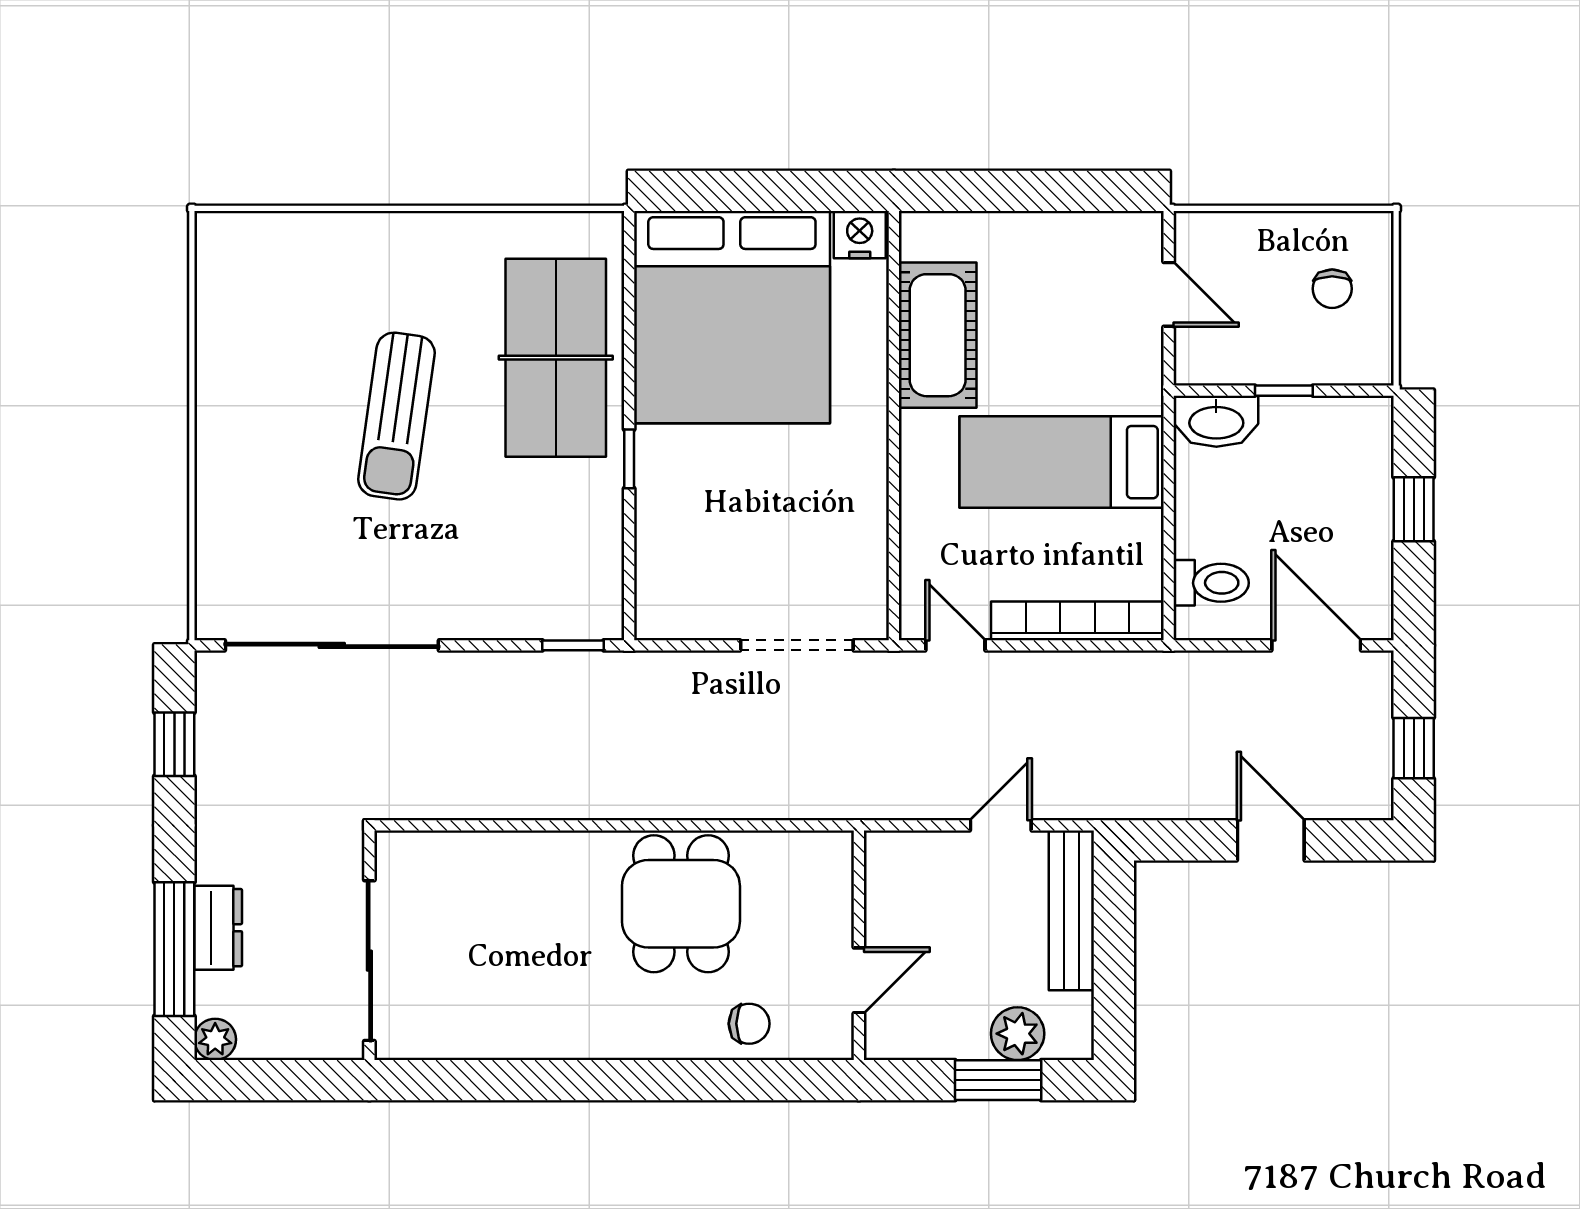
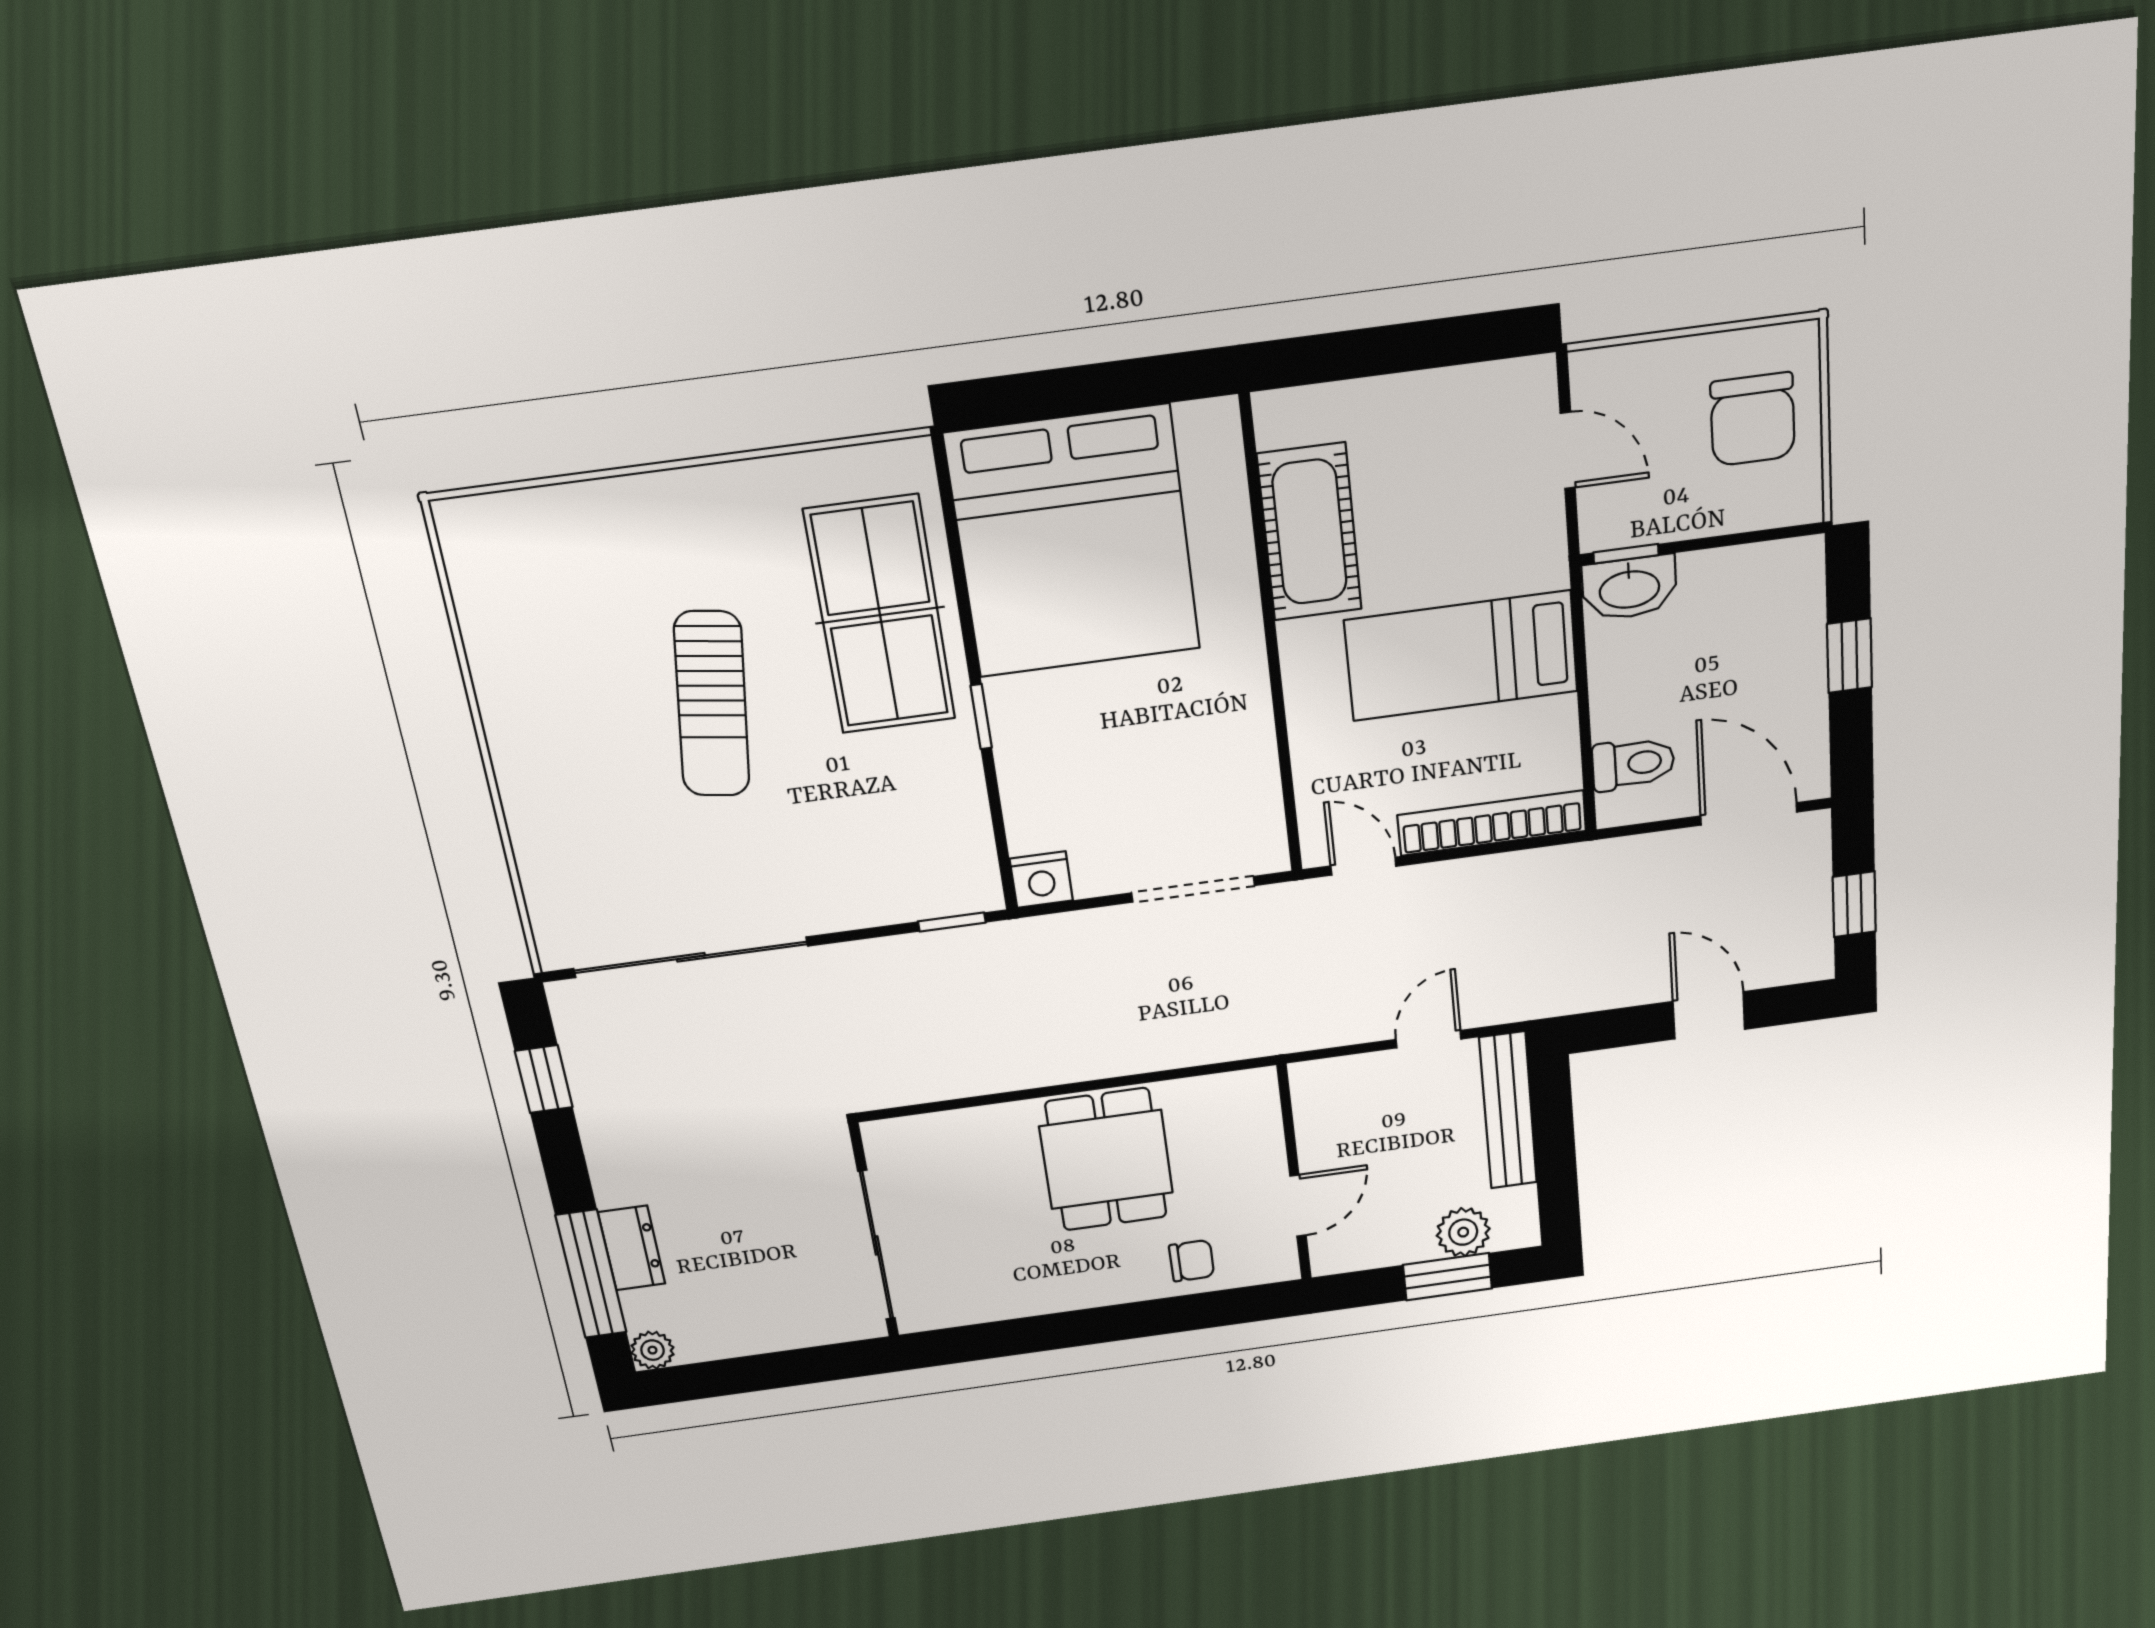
nightstand: (860, 235) -> (1041, 880), moved, turned 180
chair: (1332, 289) -> (1753, 419), width x1.87, depth x1.87
window: (1284, 391) -> (1626, 554), moved
wall: (369, 945) -> (874, 1231), moved
sliding door: (369, 961) -> (877, 1246), moved

